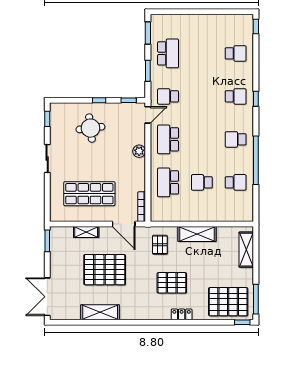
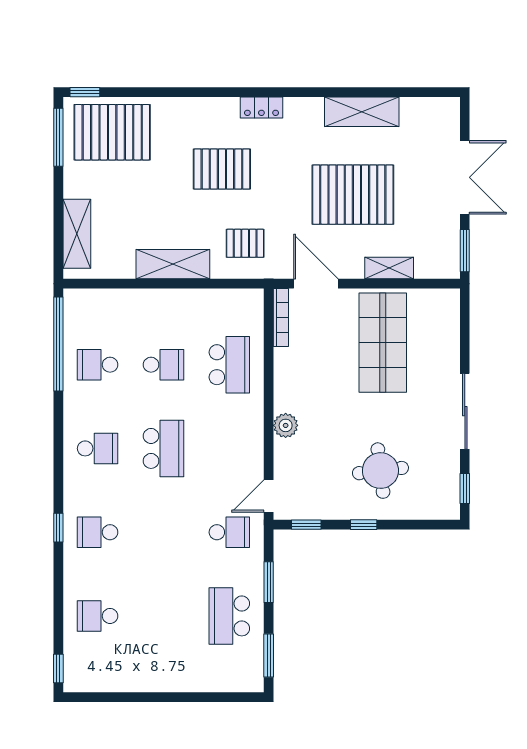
school desk: (168, 139) -> (163, 448), moved
sliding door: (47, 159) -> (465, 411), width x1.37
window: (256, 160) -> (58, 344), moved
shop shelf: (89, 194) -> (383, 343), turned 90
pallet: (160, 245) -> (245, 243), turned 90
double door: (47, 297) -> (465, 177), moved
locker: (182, 314) -> (261, 108), moved

